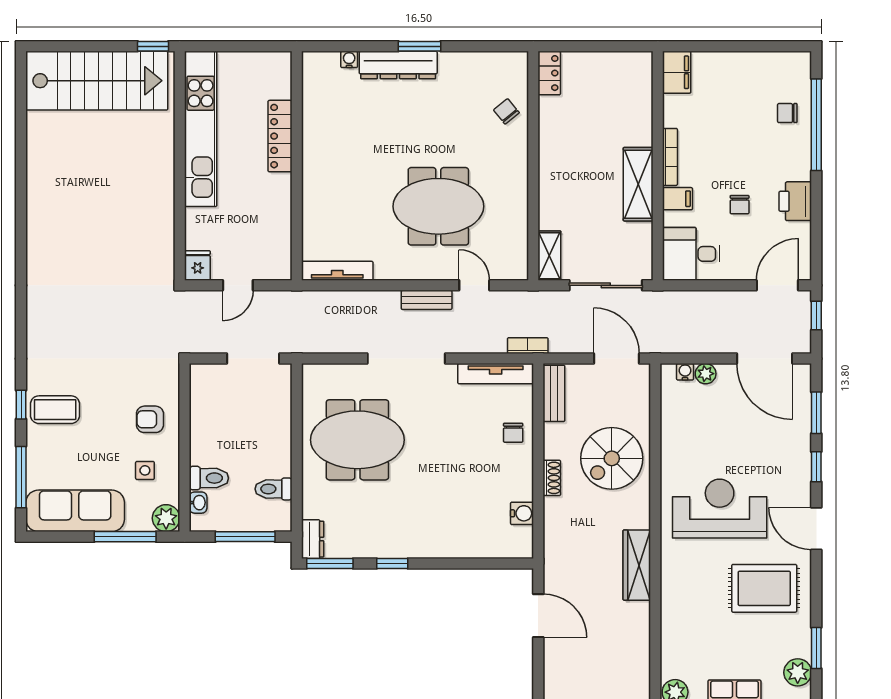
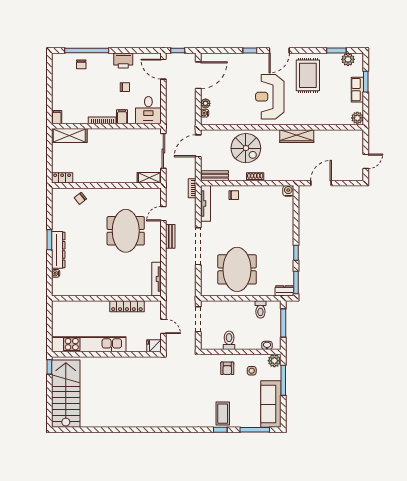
filing cabinet: (677, 72) -> (57, 117), width x0.50
locker: (280, 136) -> (127, 306), moved
shelving: (638, 184) -> (69, 136), moved
window: (816, 413) -> (224, 51), removed
toilet: (209, 478) -> (229, 340), moved
water cooler: (522, 513) -> (288, 191), moved

